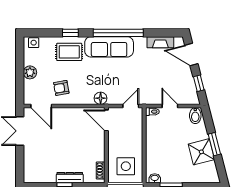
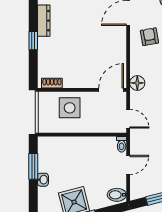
side table: (126, 166) -> (70, 108), moved
dresser: (70, 178) -> (44, 21), moved
washbasin: (155, 178) -> (43, 180), moved

